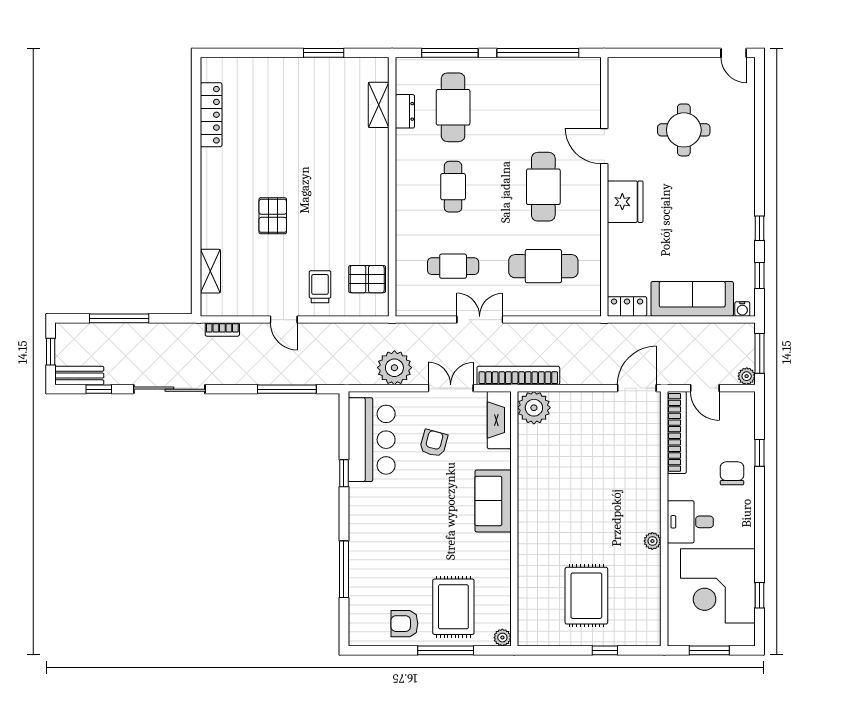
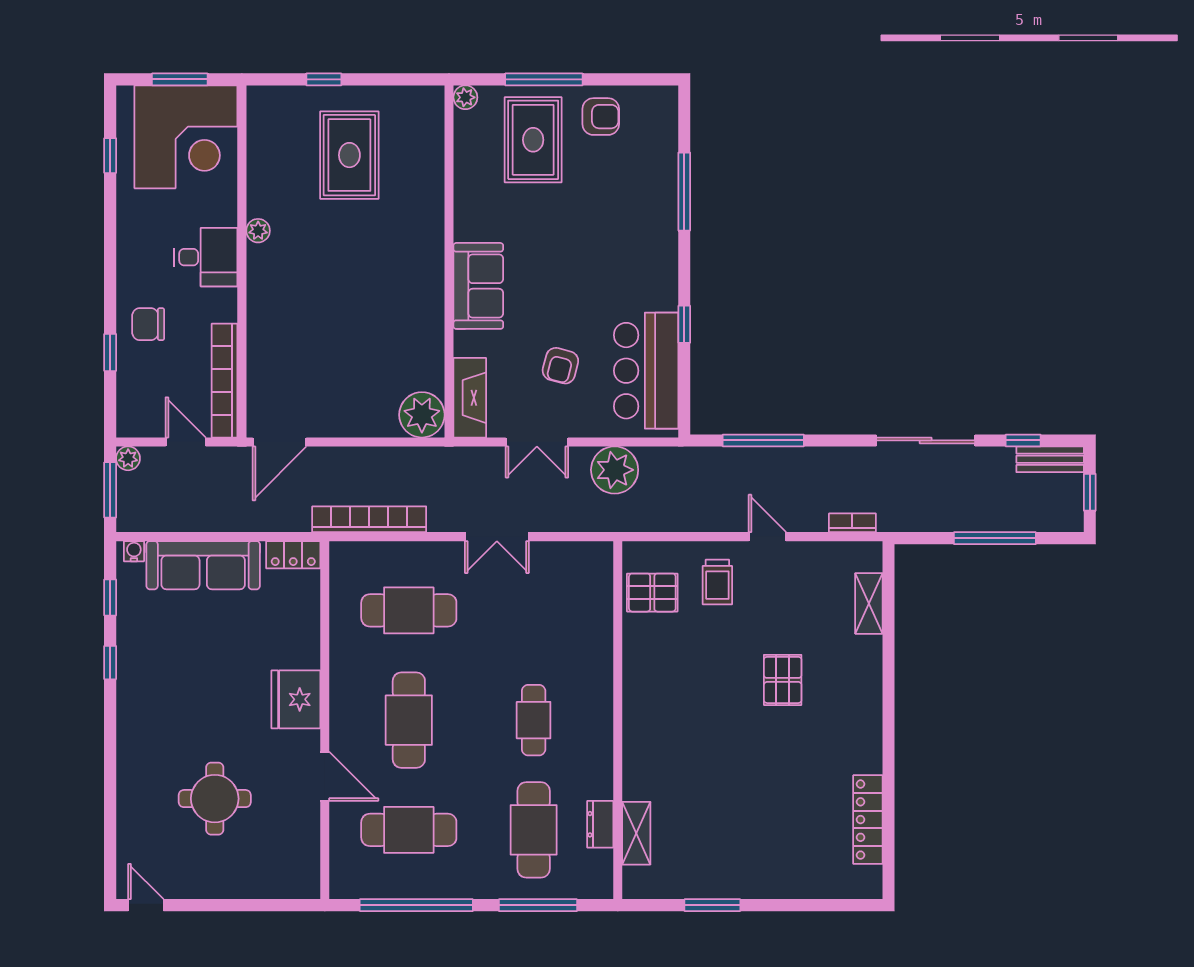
cafe table: (453, 266) -> (409, 830), moved, width x1.37, depth x1.35
bookcase: (518, 375) -> (369, 519), moved, turned 180
chair: (732, 473) -> (148, 324), turned 90
corner desk: (718, 586) -> (186, 137), moved, turned 90

